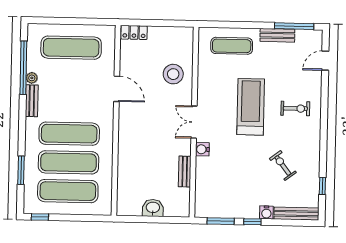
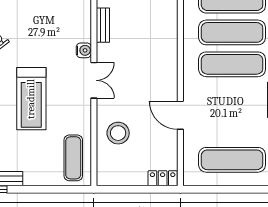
exercise mat: (232, 46) -> (73, 158), moved, turned 90

